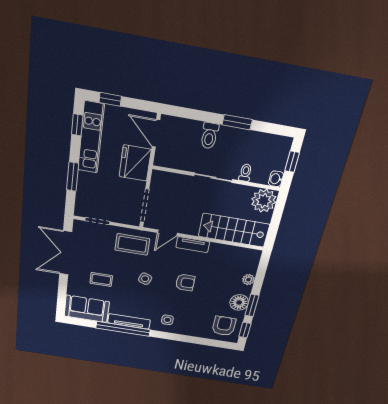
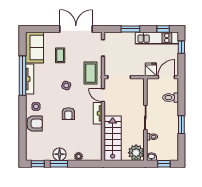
toilet: (209, 136) -> (171, 98), moved
fridge: (135, 163) -> (151, 69), width x0.53, depth x0.75
armchair: (224, 326) -> (35, 124), moved

